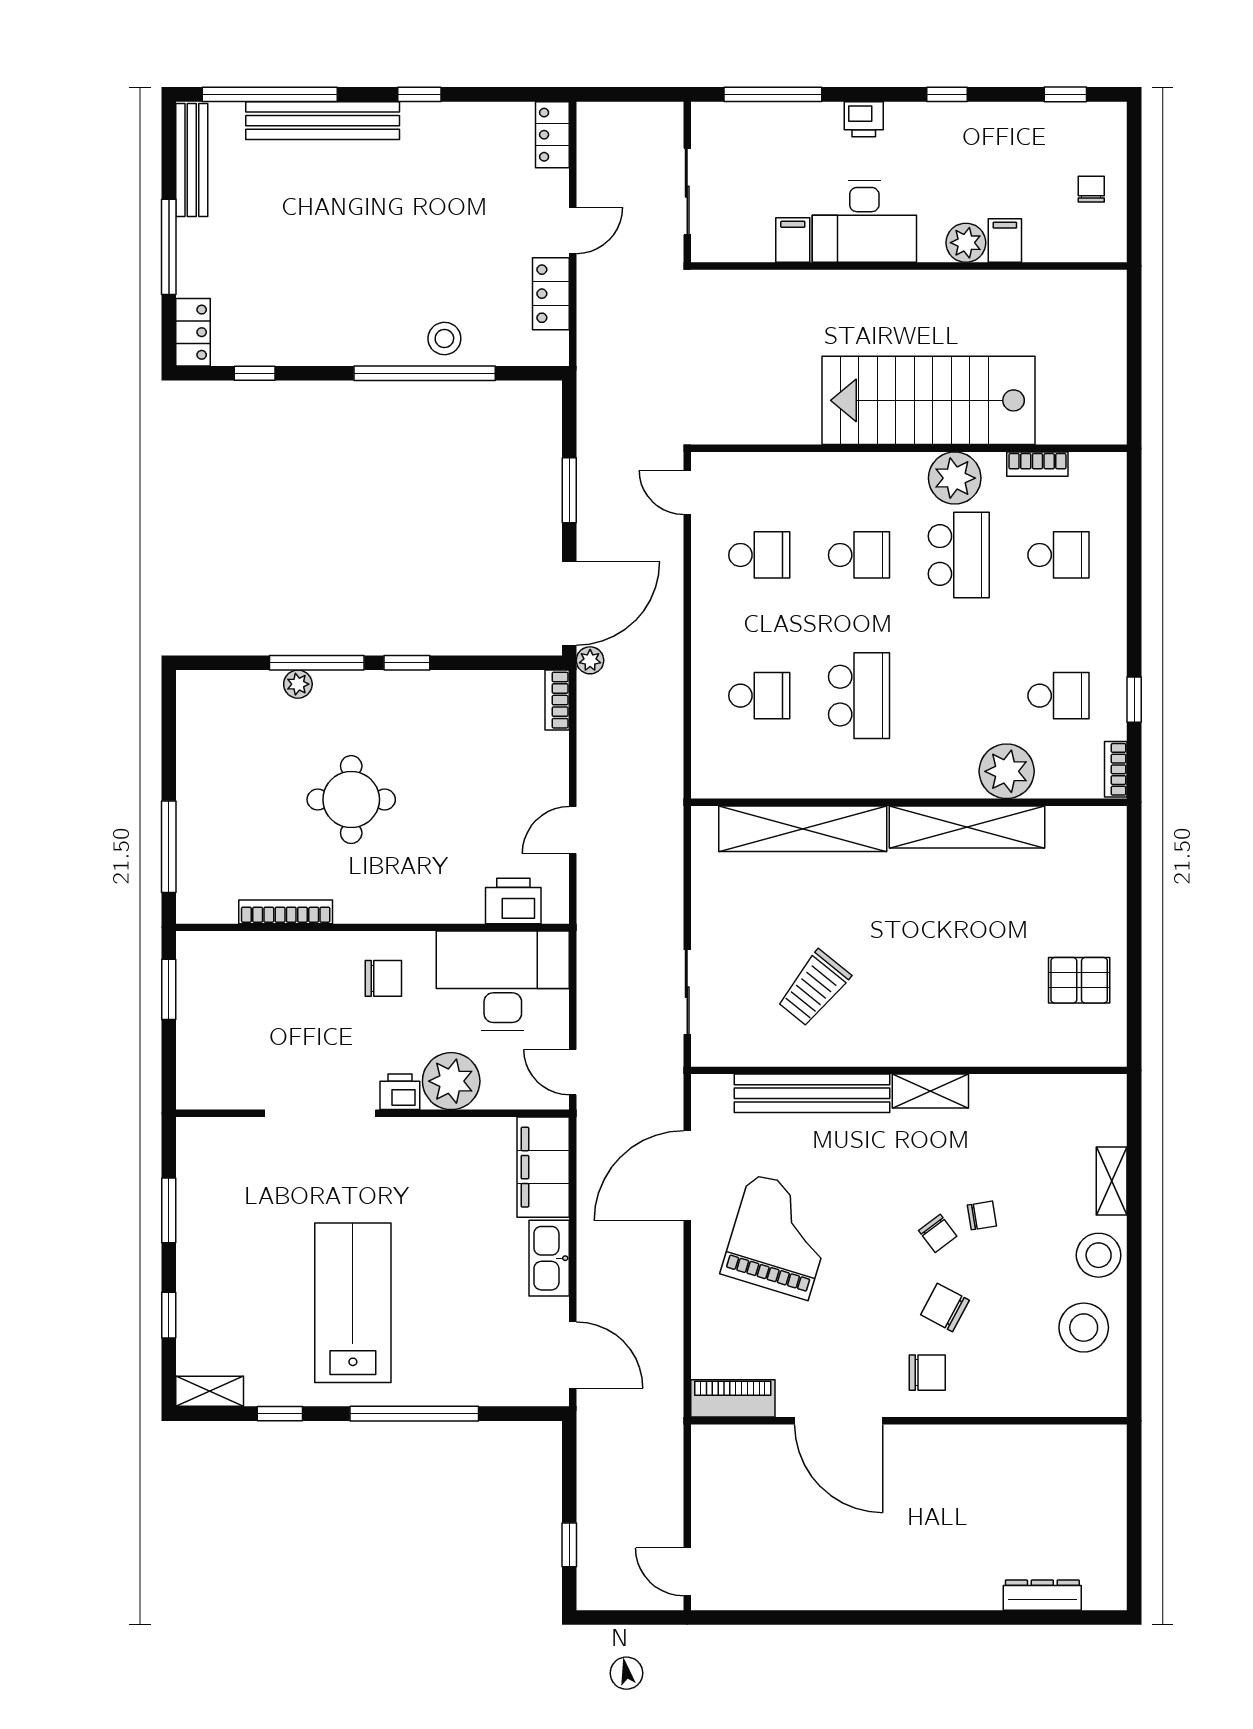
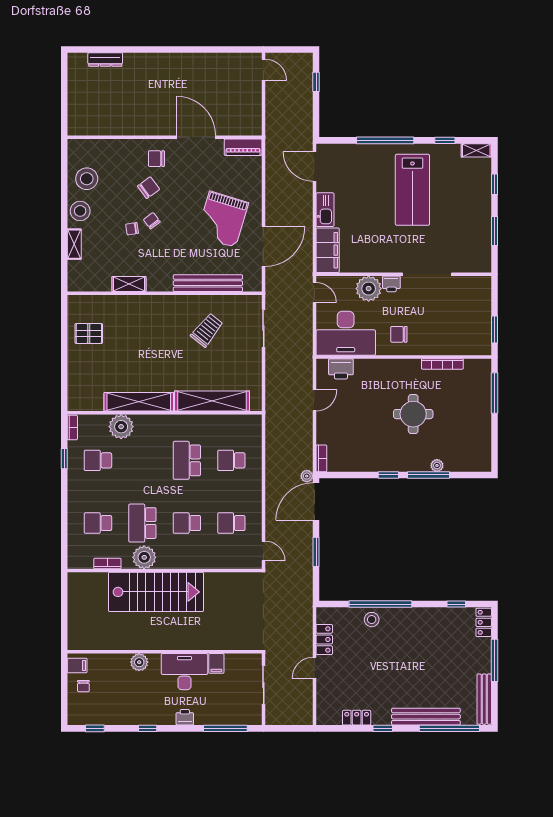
locker: (552, 135) -> (357, 718), moved, turned -90
filing cabinet: (1005, 240) -> (77, 666), moved, turned -90
shelving: (930, 1091) -> (129, 284), moved
chair: (945, 1308) -> (149, 188), turned -64

